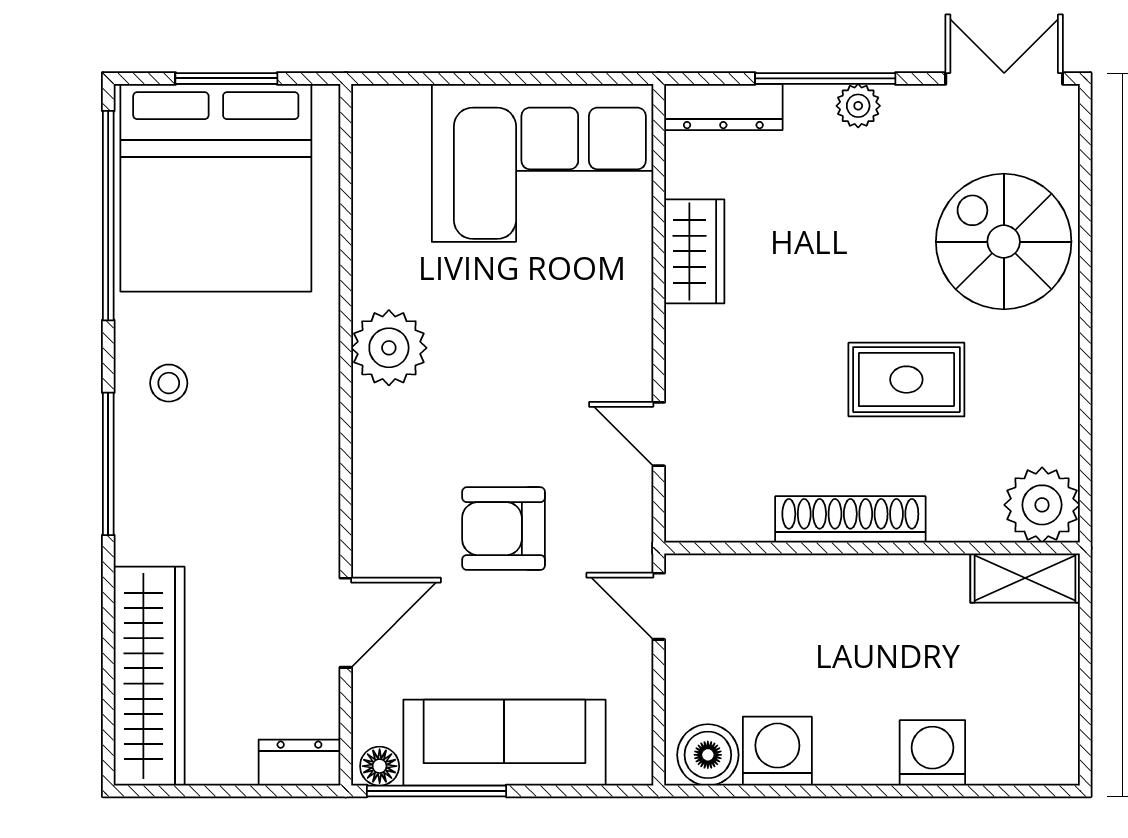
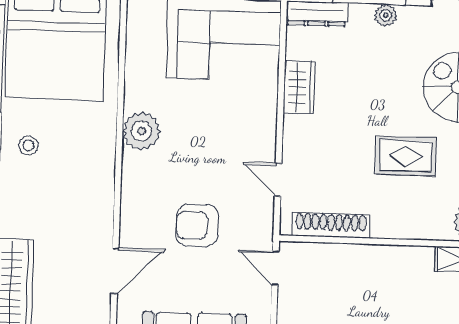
shoe rack: (850, 519) -> (331, 225), moved

